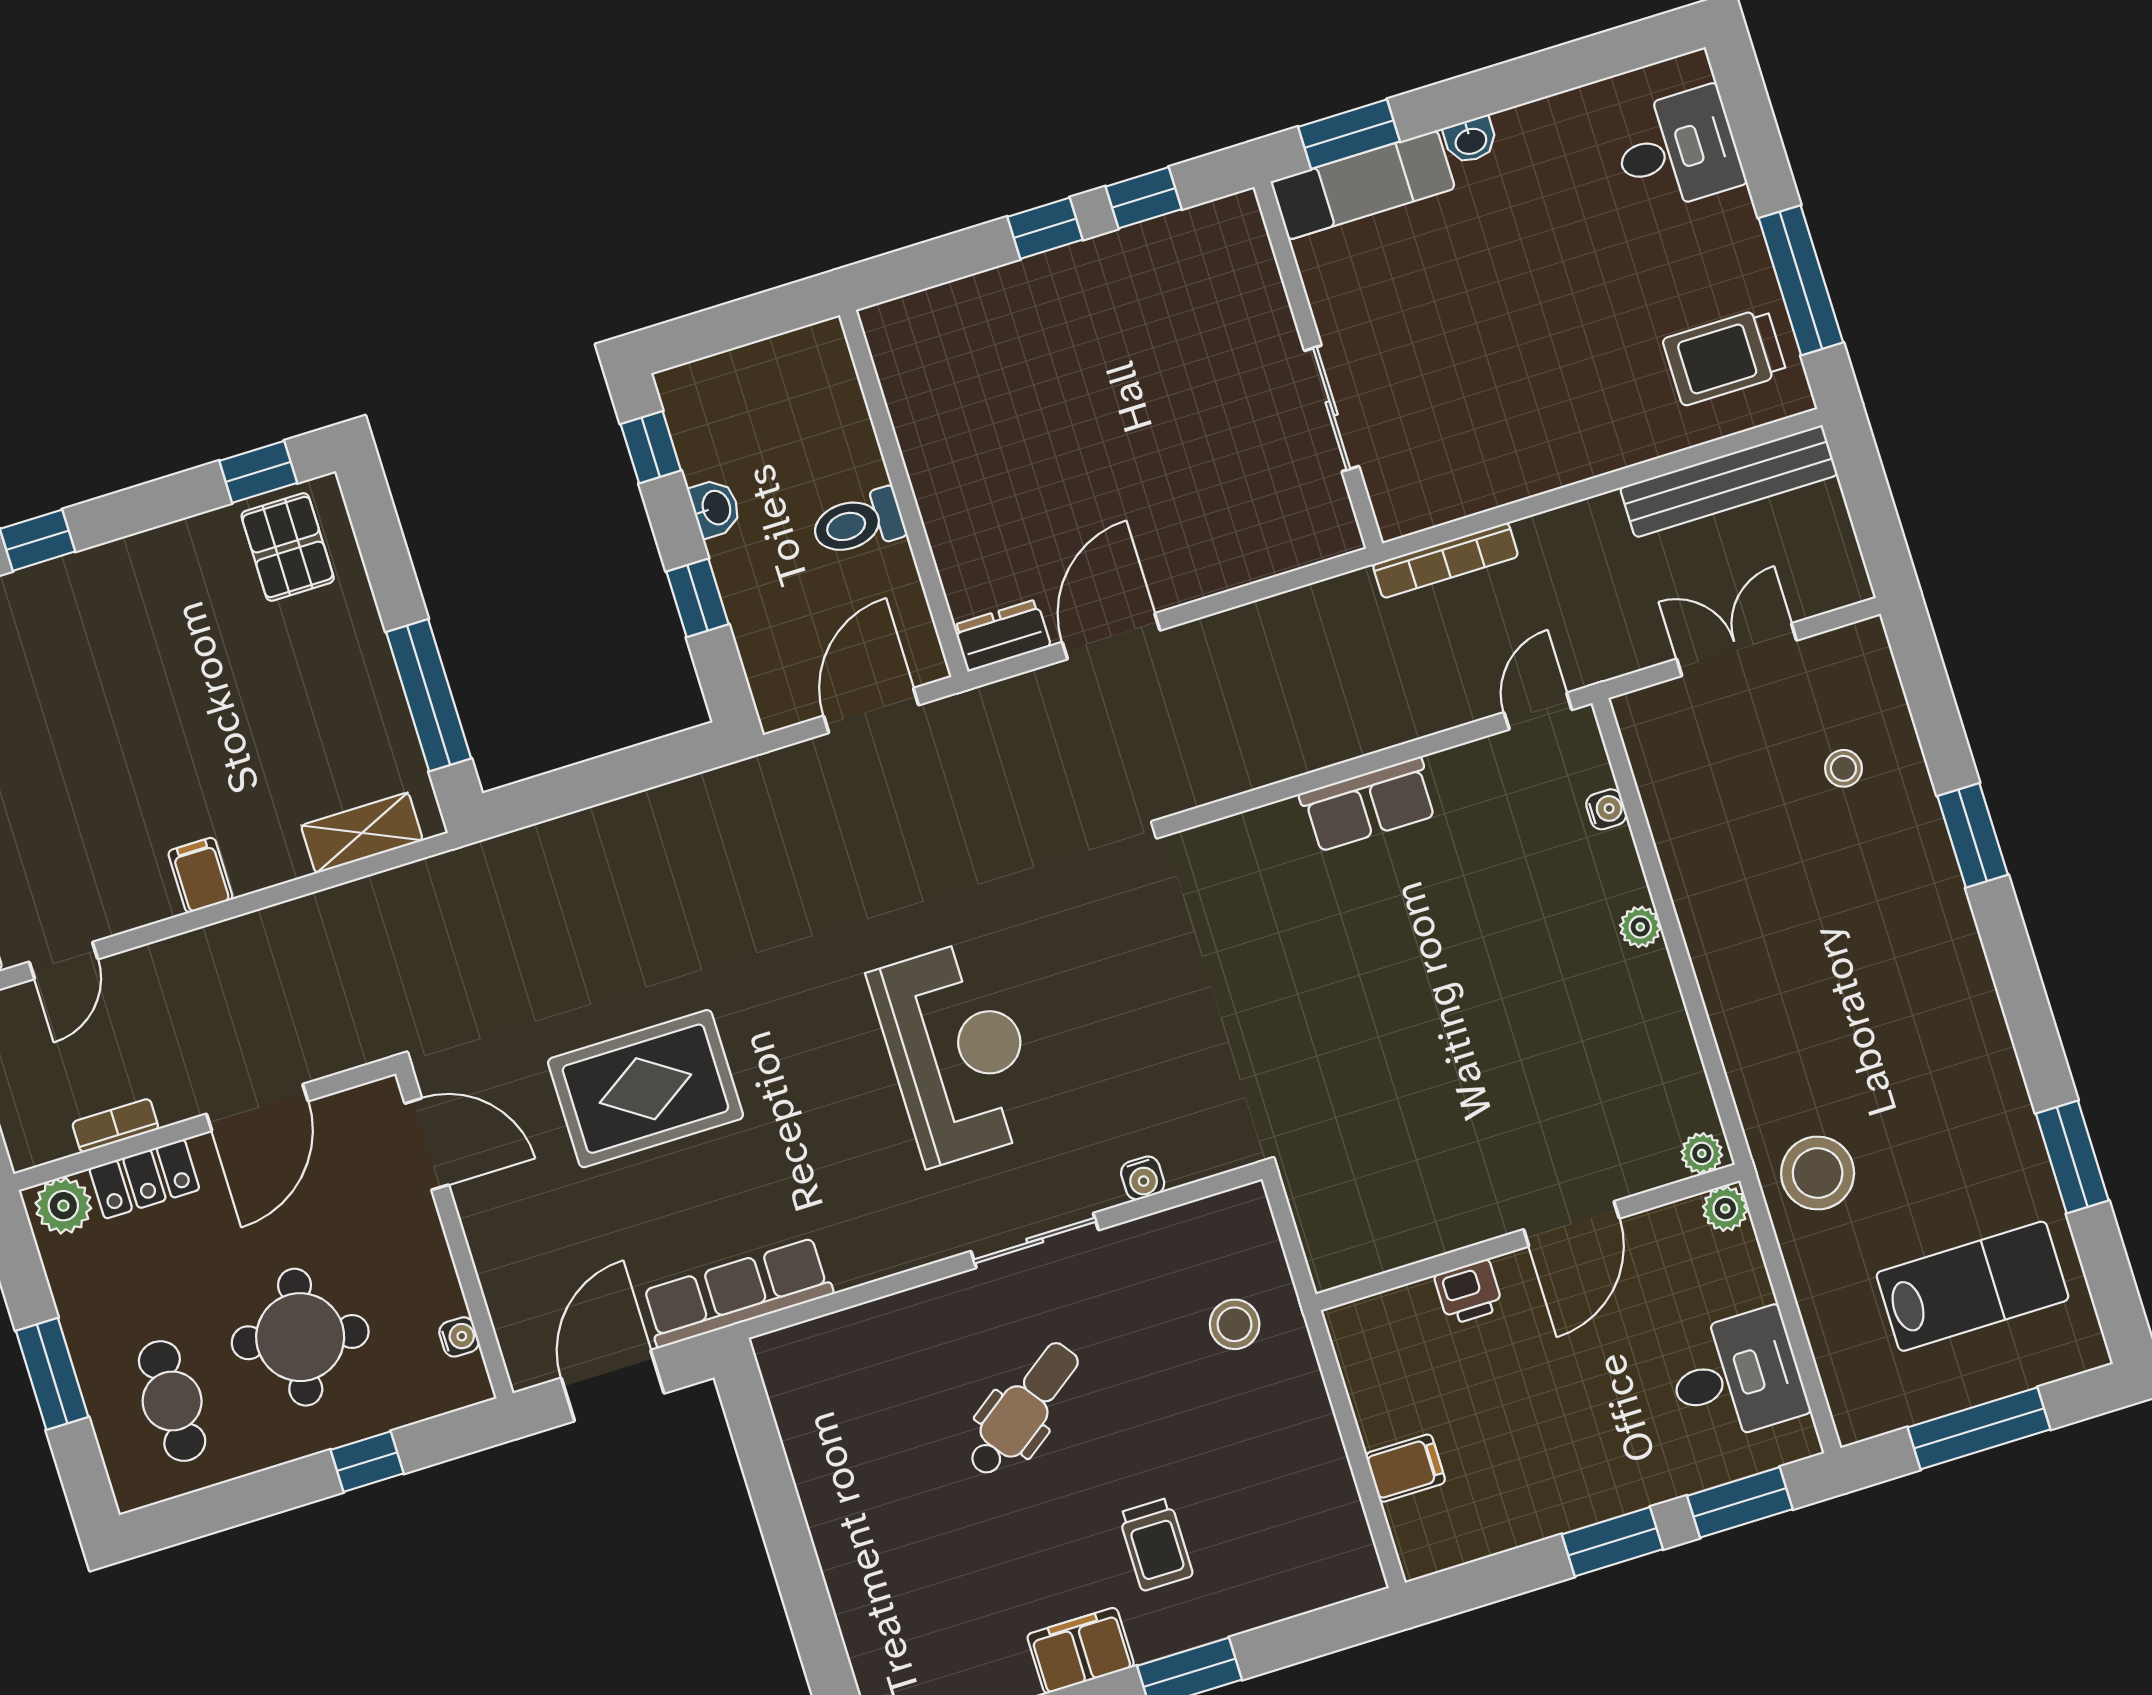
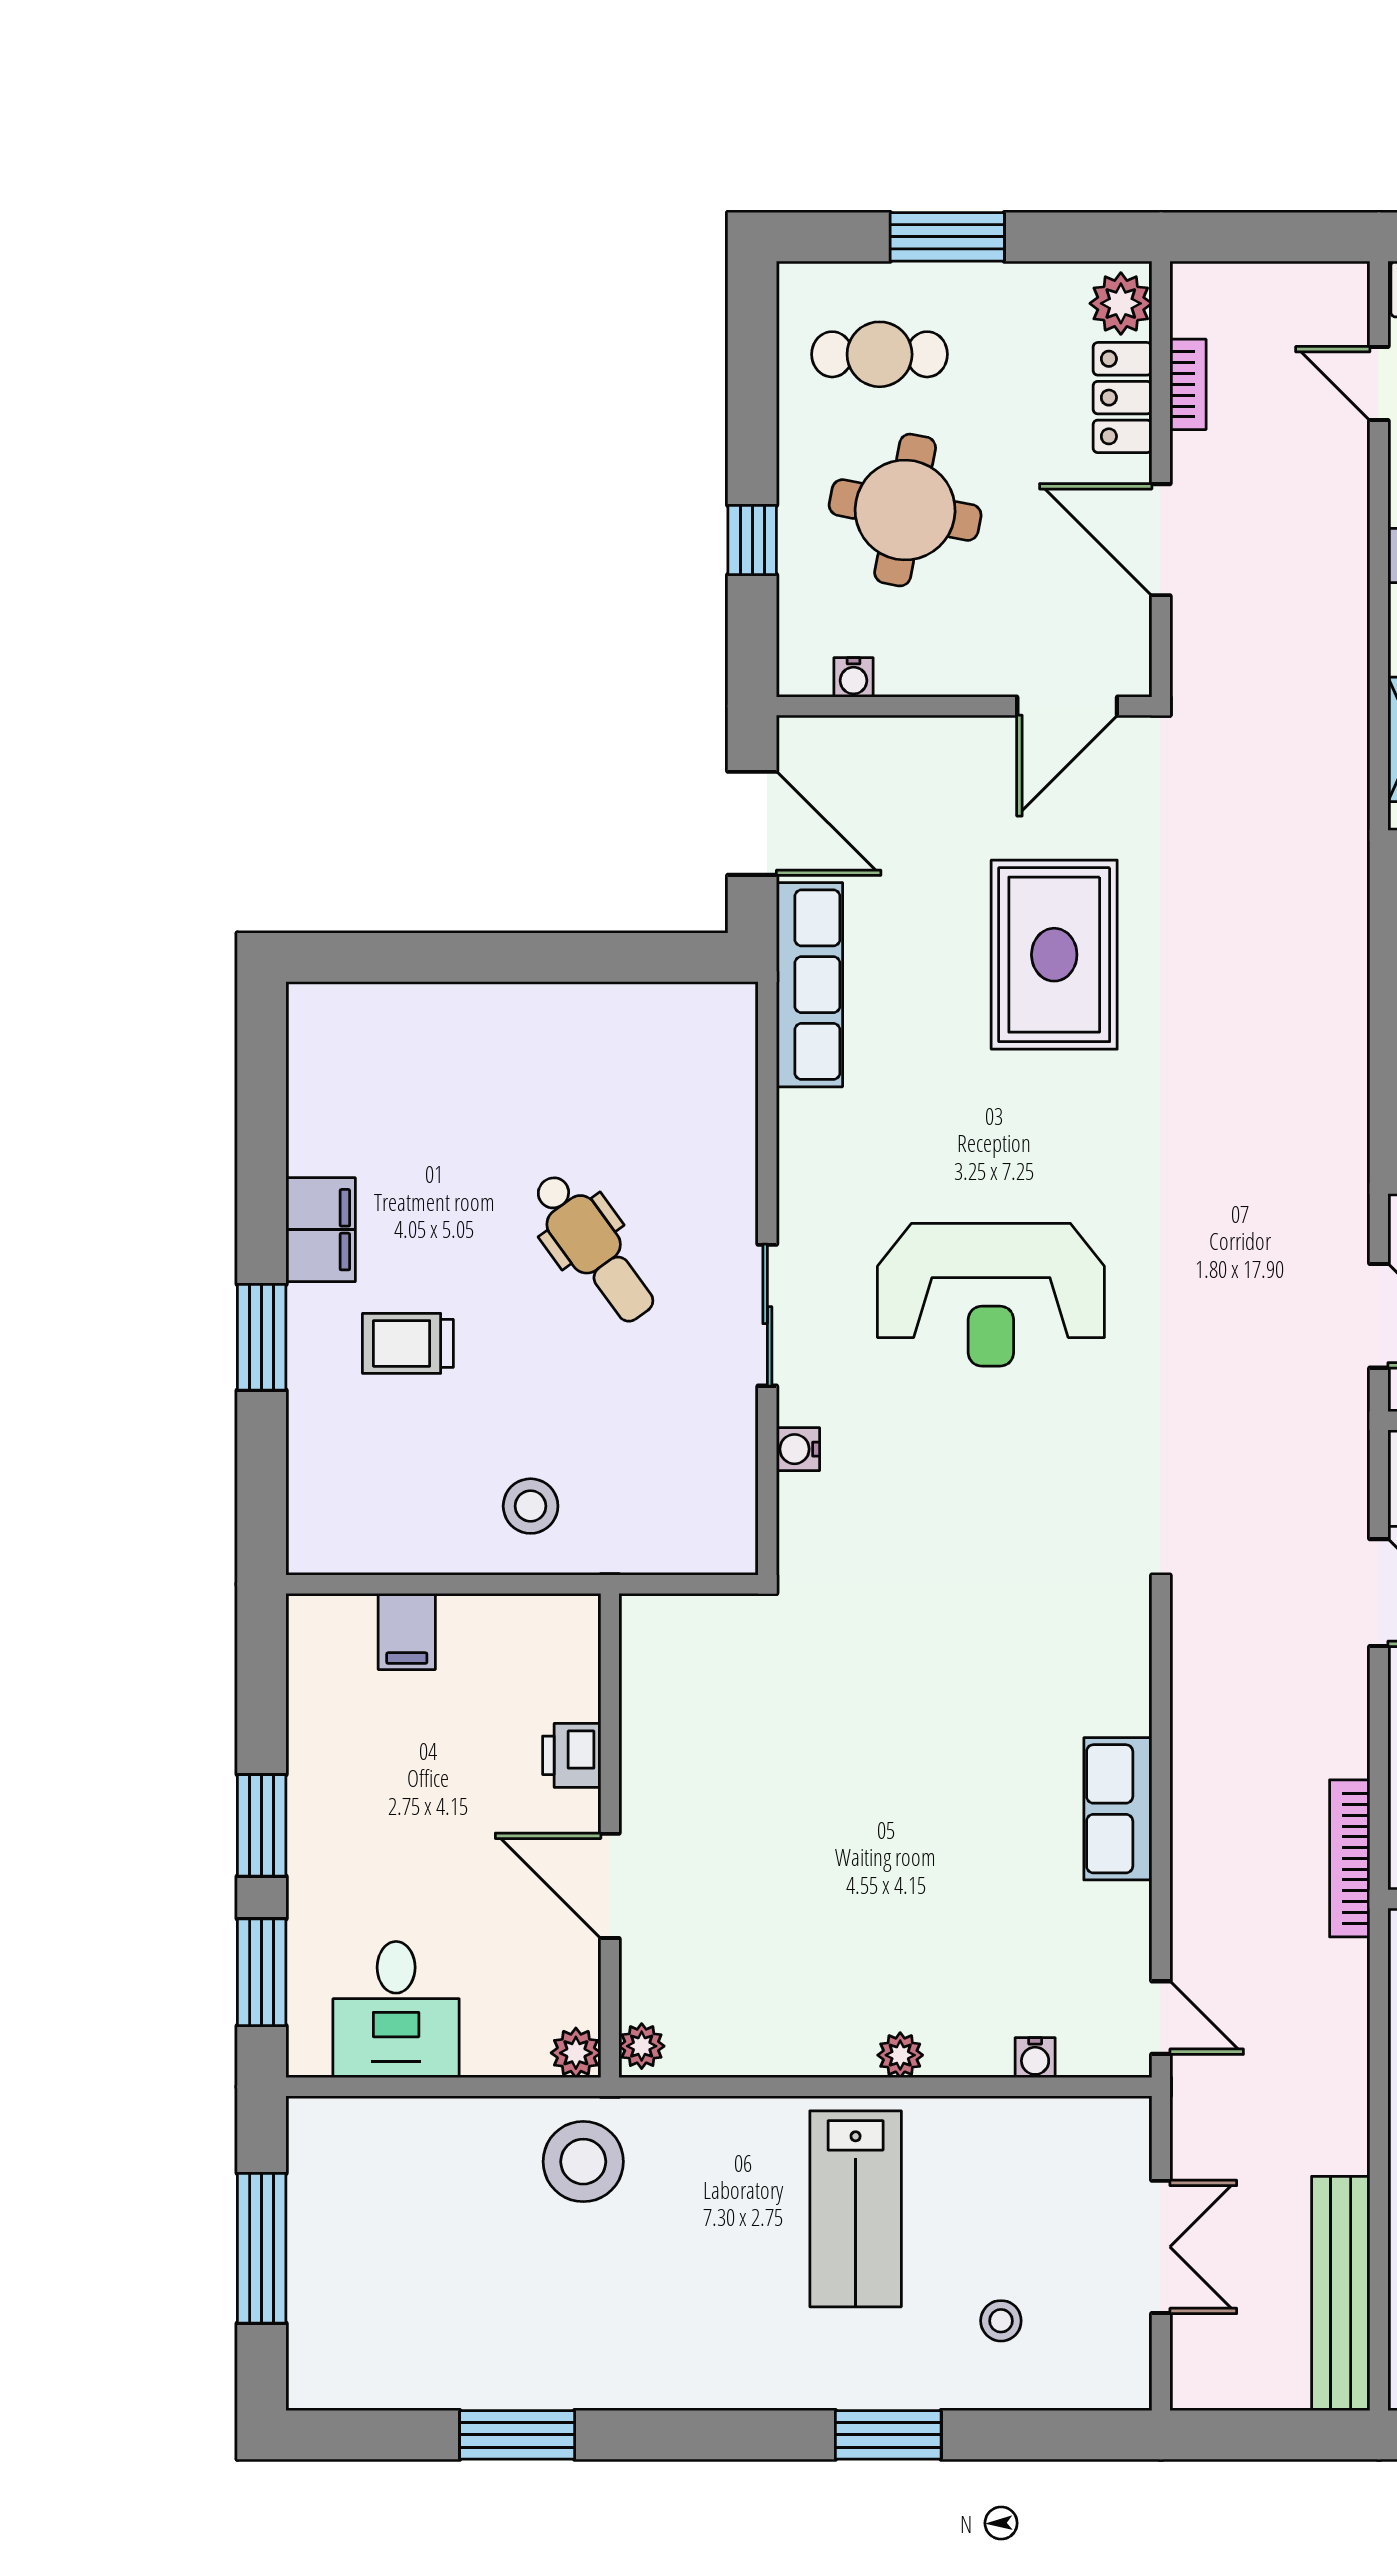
bookcase: (1445, 560) -> (1350, 1858), moved
lab bench: (1973, 1286) -> (856, 2209), moved
stool: (1235, 1324) -> (531, 1506), moved

